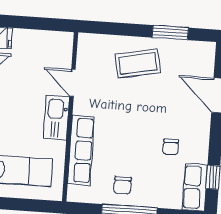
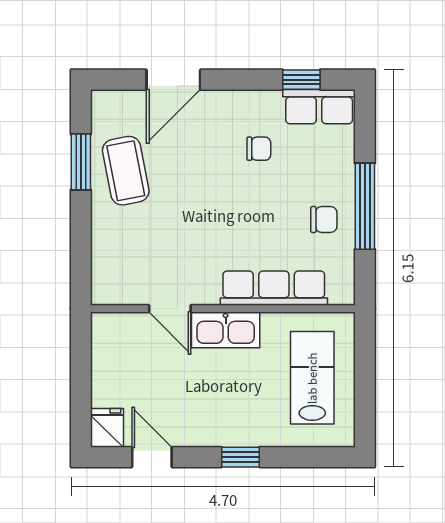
coffee table: (138, 63) -> (126, 171), moved
door: (72, 83) -> (170, 309), hinge flipped

